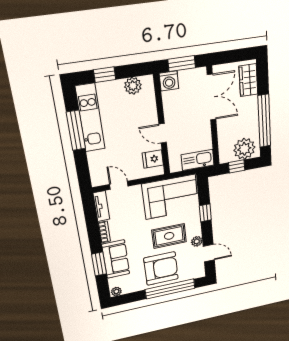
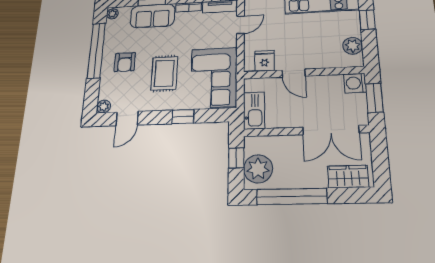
door: (163, 133) -> (294, 73), swing flipped
plant: (197, 241) -> (104, 106), moved
armchair: (161, 269) -> (125, 62), width x0.53, depth x0.53
window: (170, 289) -> (96, 50), moved

